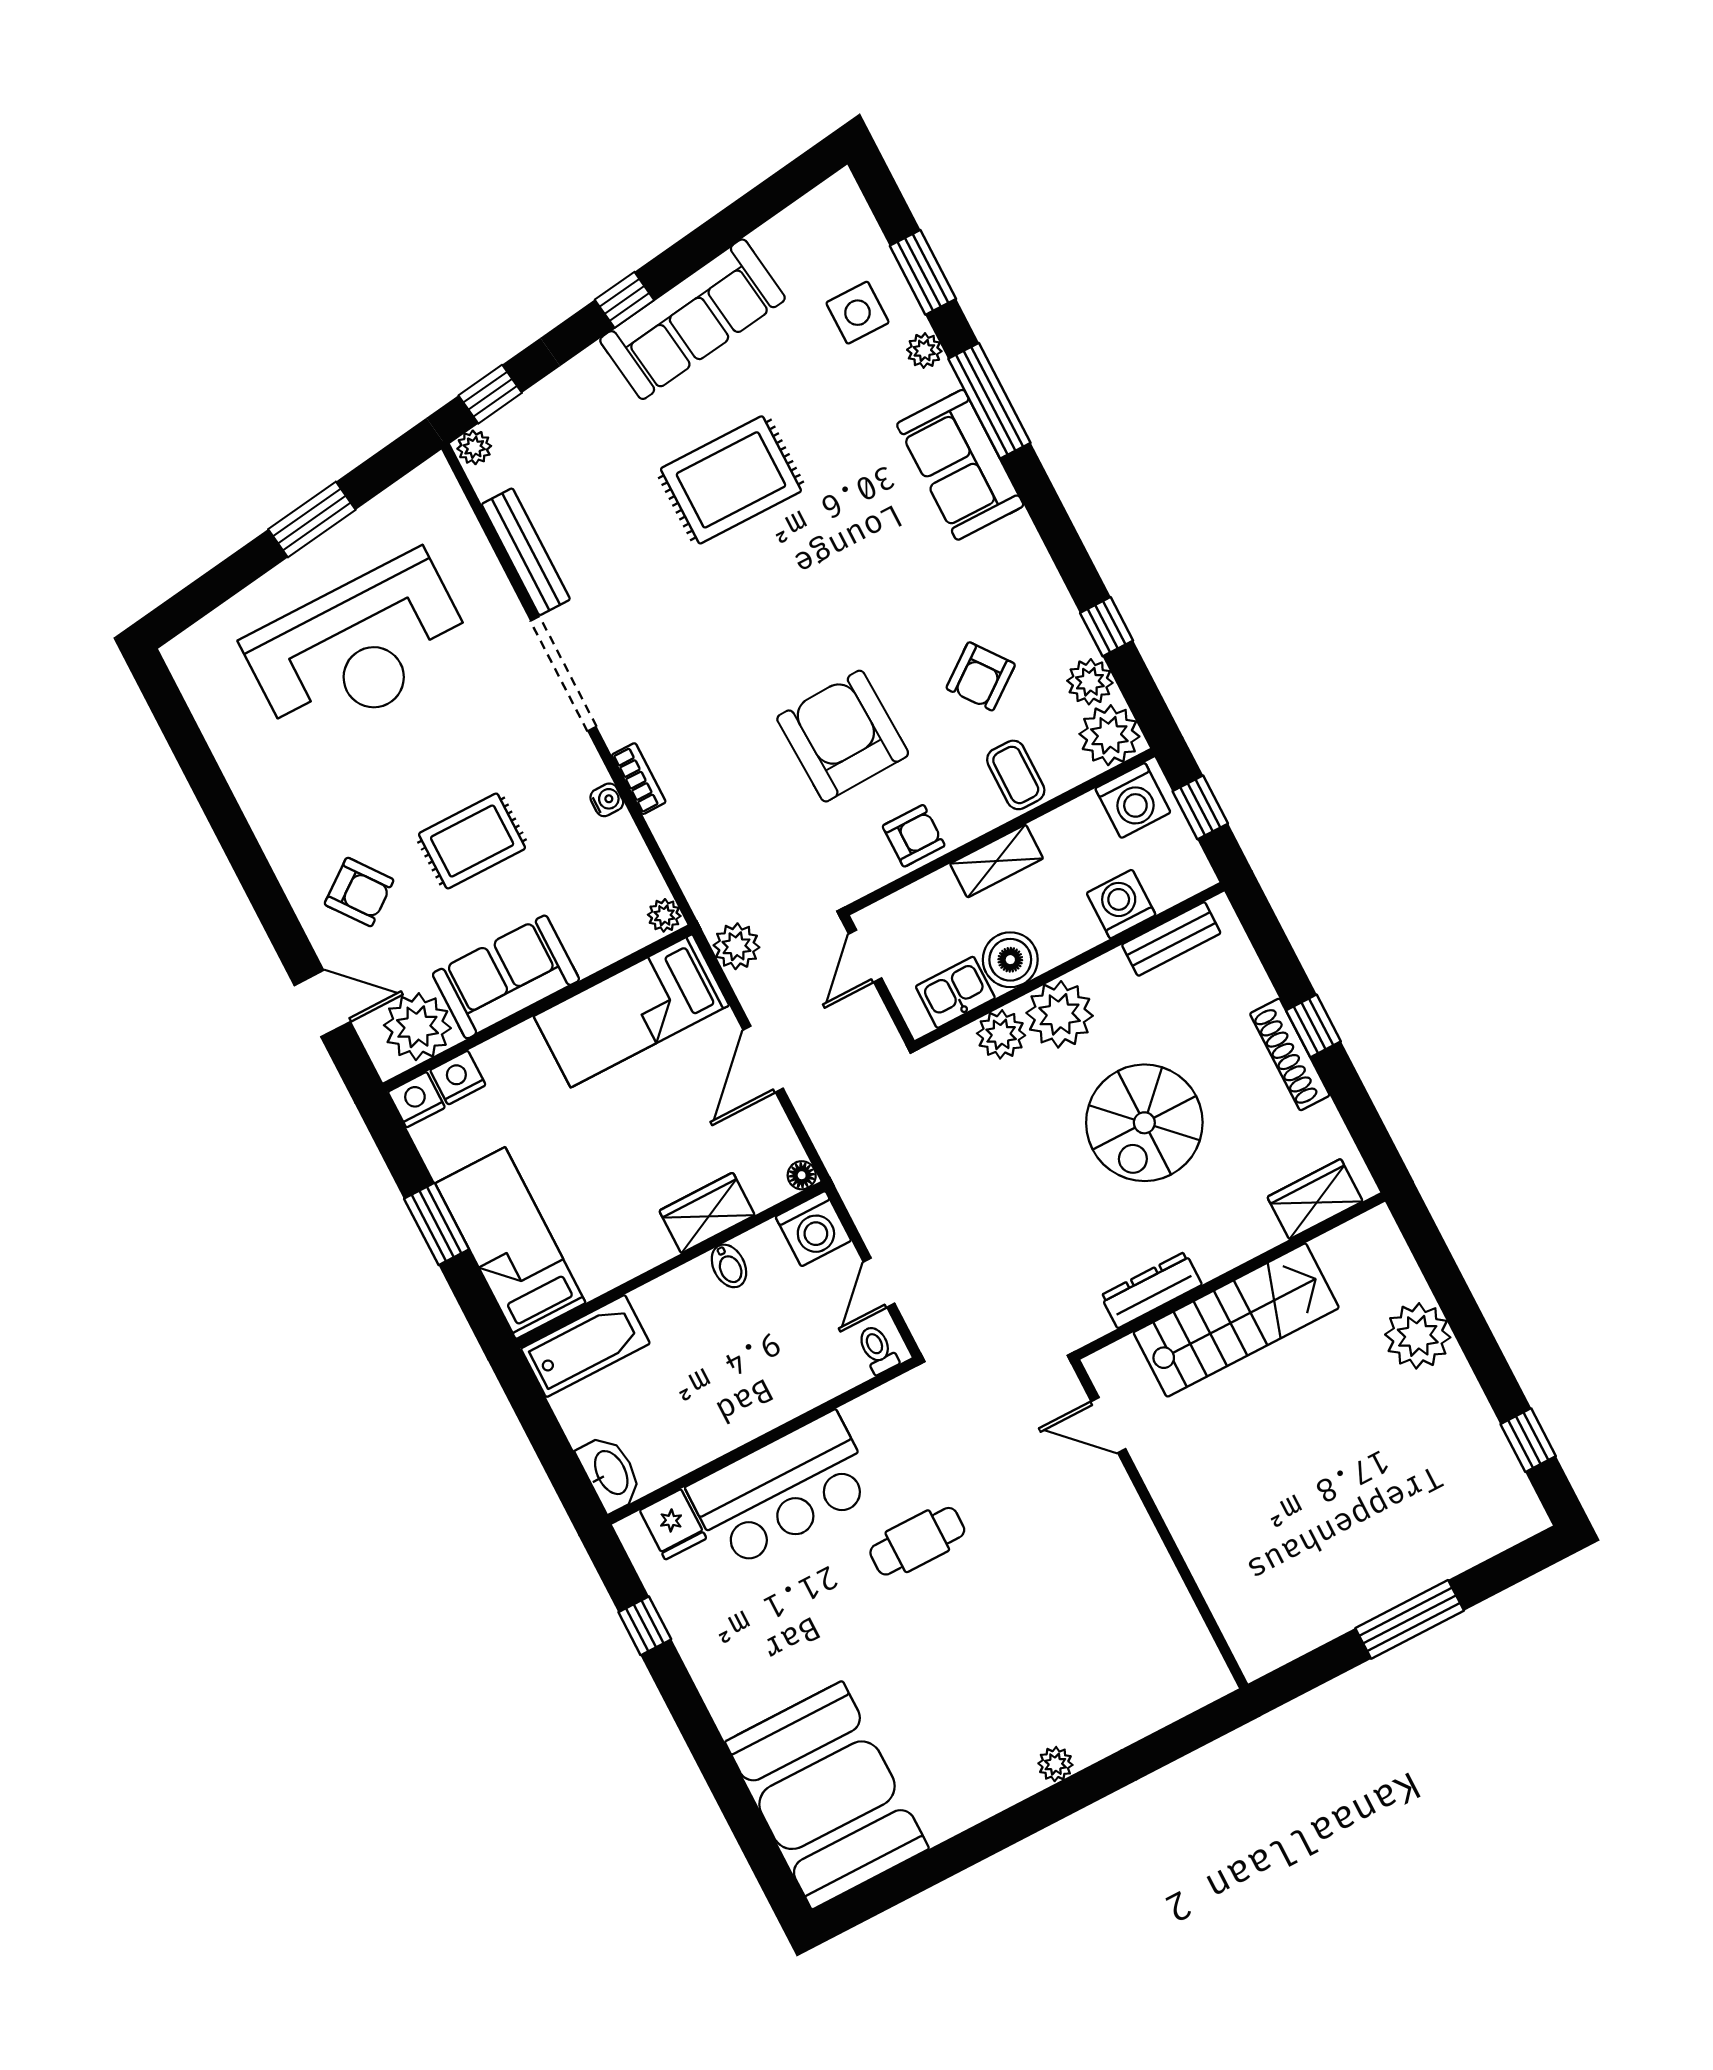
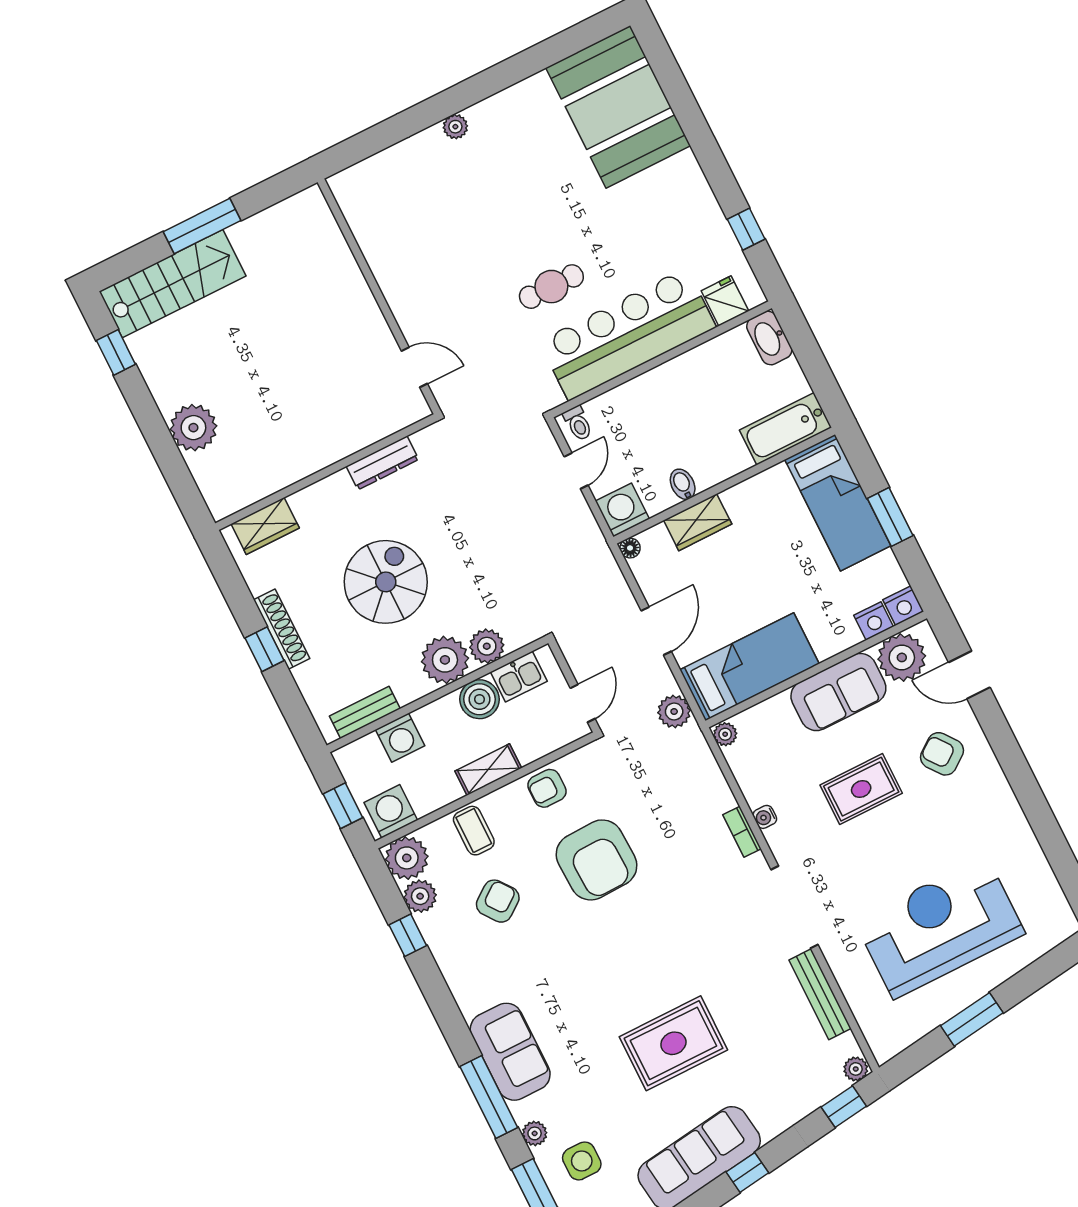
stairs: (1236, 1320) -> (173, 284), moved, turned 180
bar counter: (782, 1490) -> (628, 334), width x1.36

